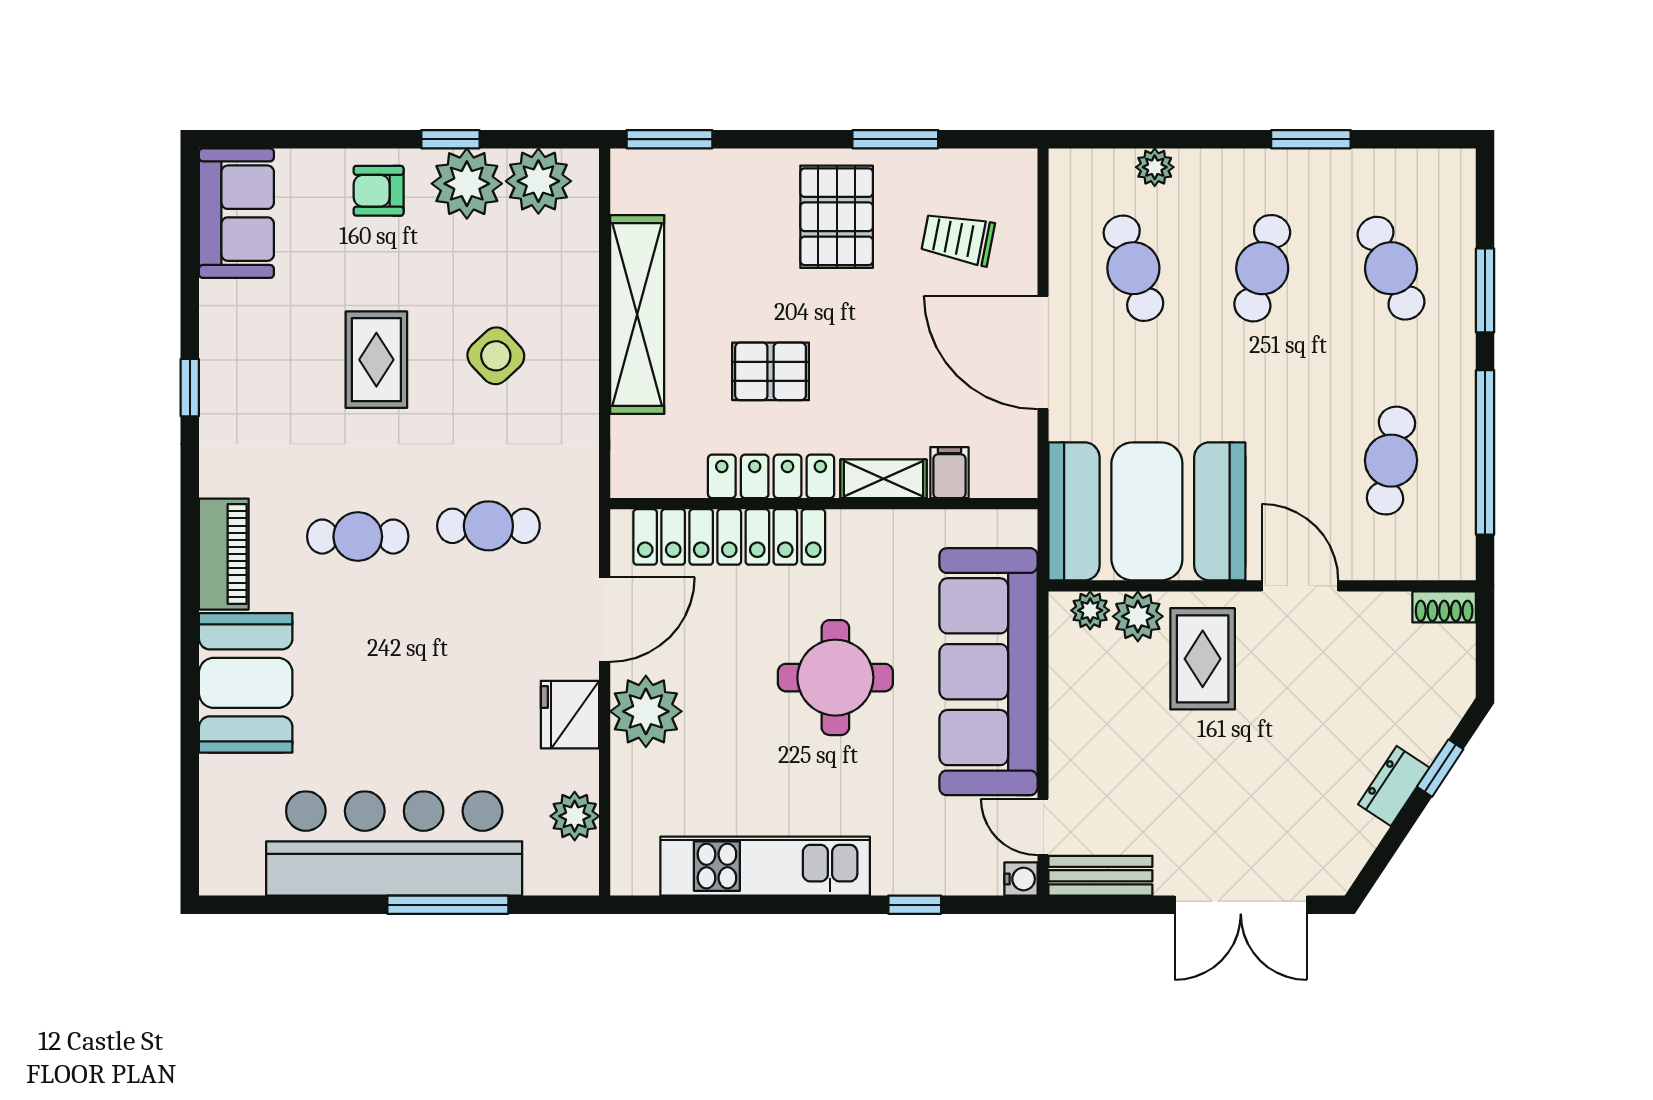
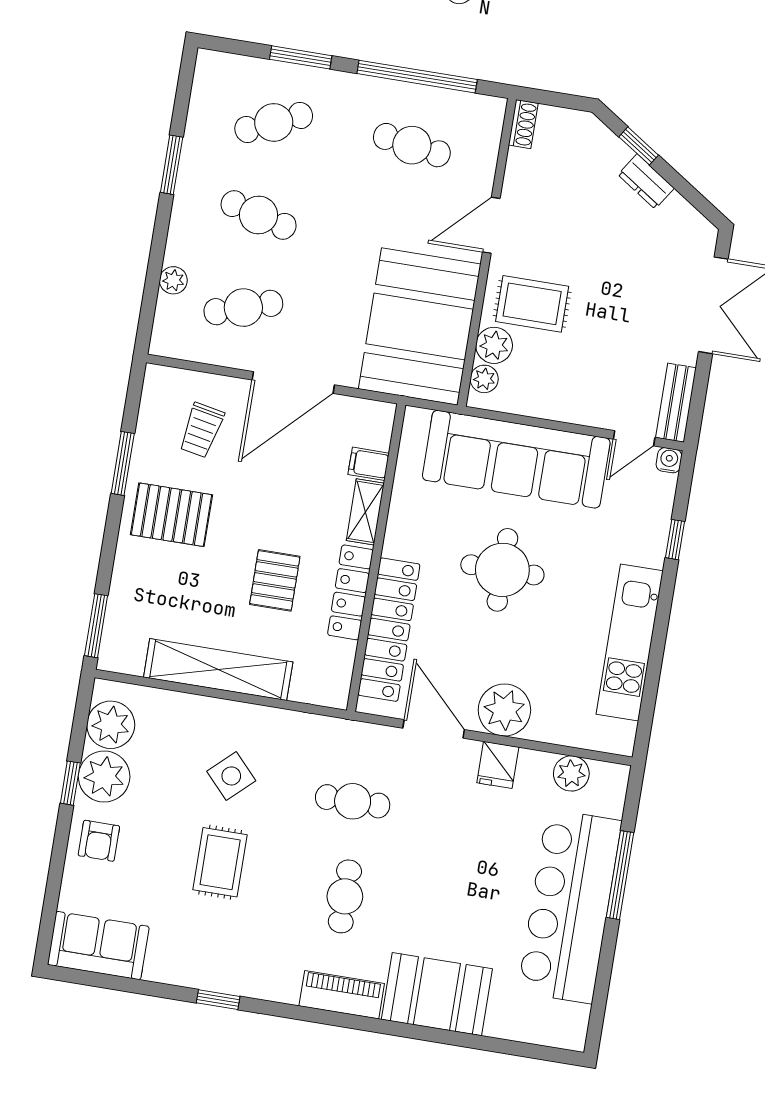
rug: (376, 360) -> (220, 862), turned 90
cafe table: (488, 526) -> (353, 801), turned 90
fridge: (570, 715) -> (498, 765), width x0.72

